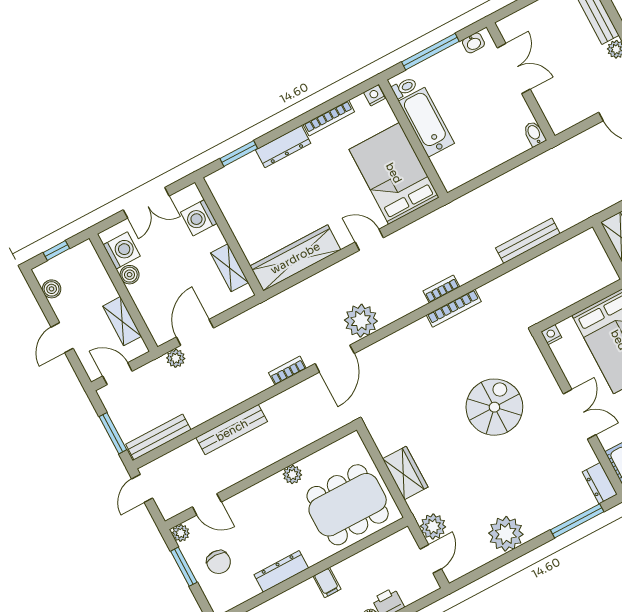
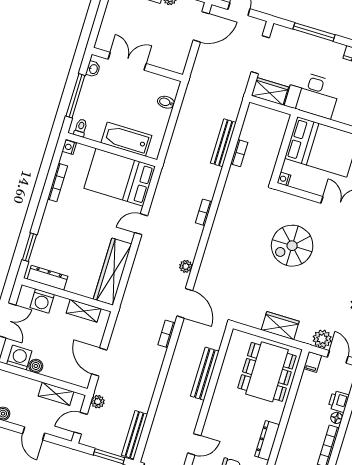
bathtub: (426, 122) -> (126, 139), moved
bidet: (534, 134) -> (166, 102), moved
dresser: (283, 147) -> (47, 278), moved, turned -90
bookcase: (454, 308) -> (239, 153), moved, width x0.64
plant: (361, 321) -> (186, 266), width x0.53, depth x0.53
plant: (176, 358) -> (98, 402), moved
spiral stairs: (494, 407) -> (292, 246), turned -90
bench: (232, 430) -> (205, 374), moved
plant: (292, 475) -> (223, 385), removed
filing cabinet: (327, 583) -> (313, 362), moved, turned 90

